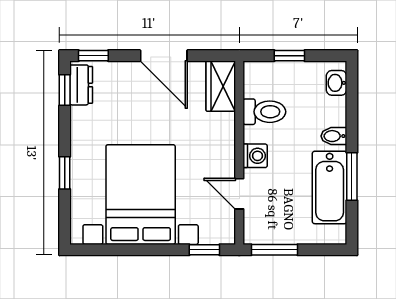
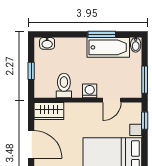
door: (164, 56) -> (31, 144), hinge flipped
bidet: (334, 136) -> (136, 45), moved

